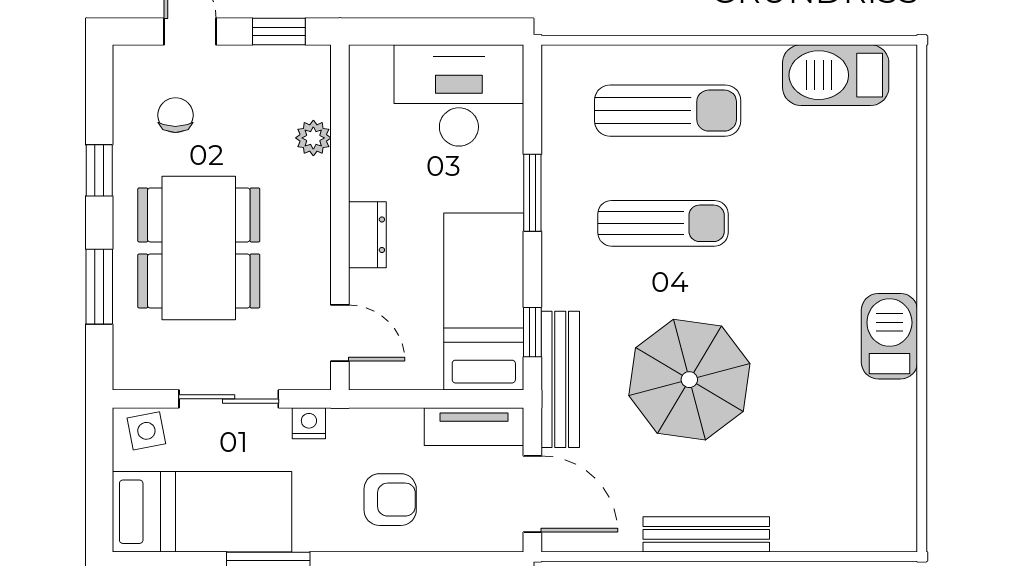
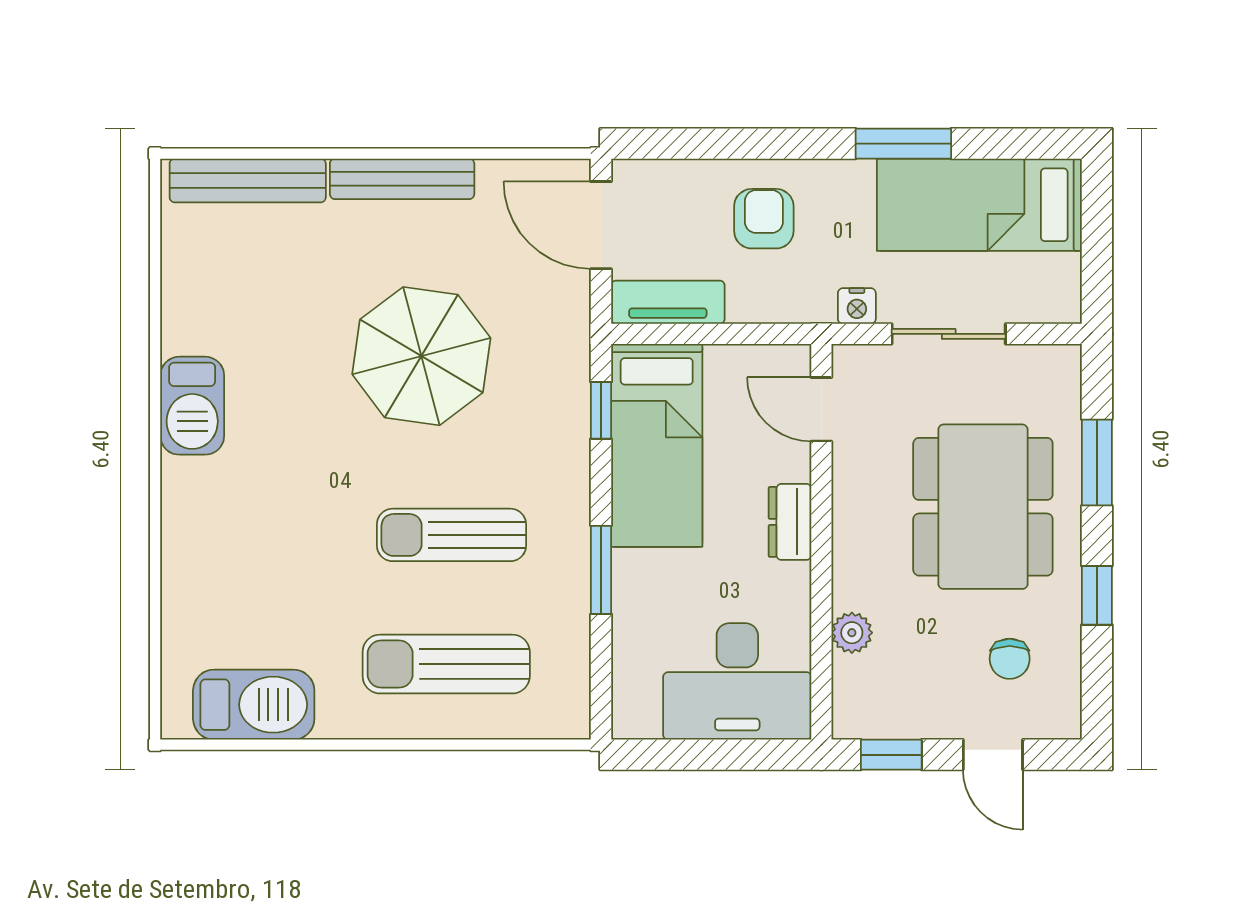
desk: (459, 95) -> (737, 681), moved
bench: (560, 379) -> (248, 180), moved, turned 90
side table: (146, 431) -> (1043, 297), removed
armchair: (390, 500) -> (764, 219), turned 90

